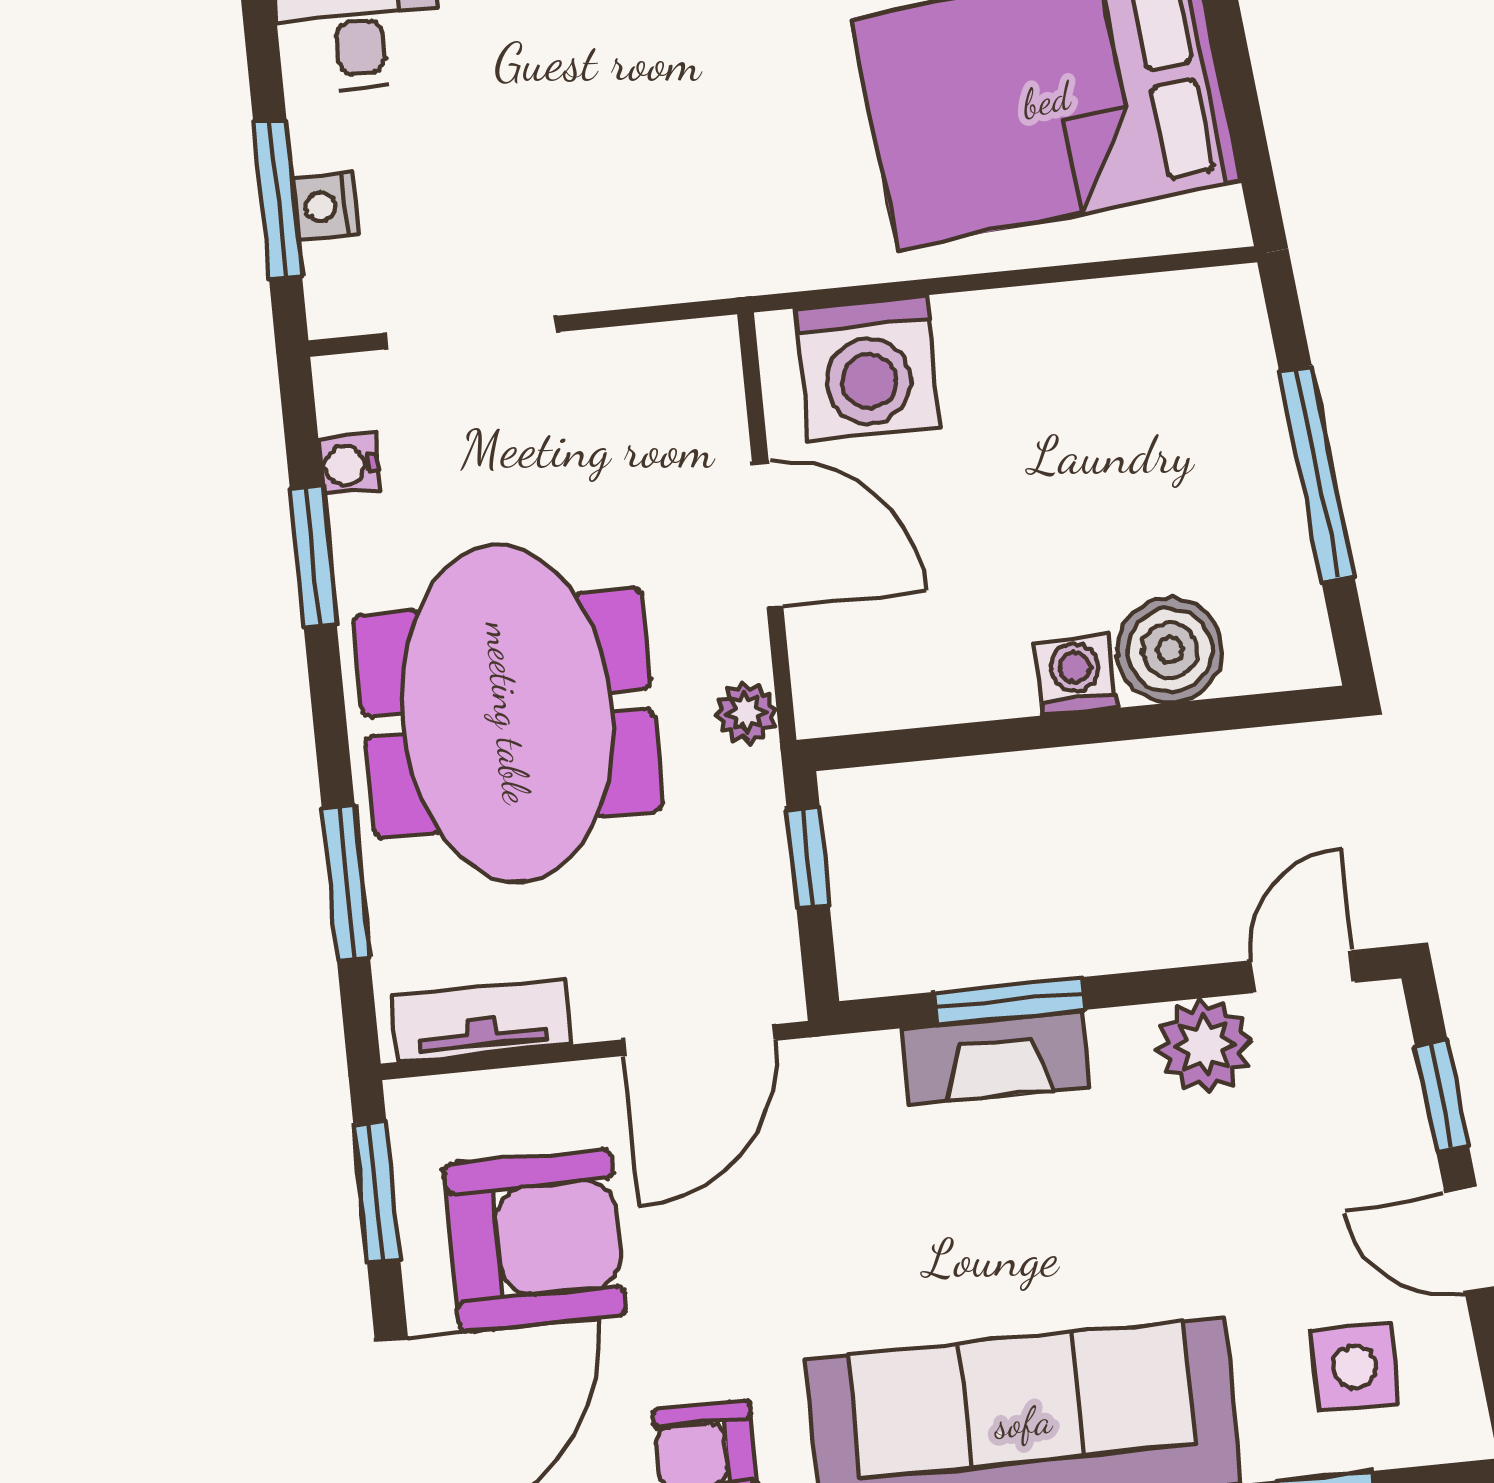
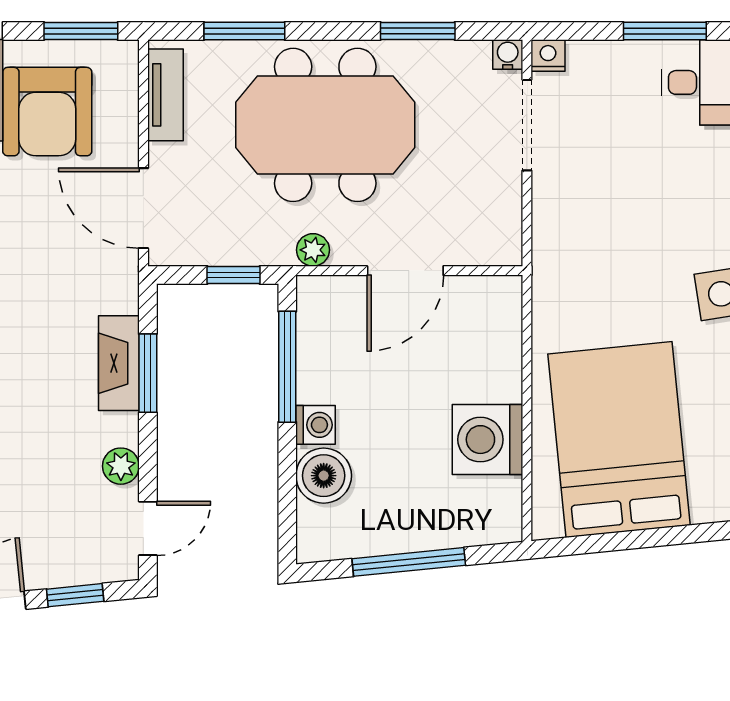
window: (278, 199) -> (665, 31), moved
nightstand: (325, 206) -> (548, 56), moved
washing machine: (868, 368) -> (487, 440), moved
water cooler: (349, 464) -> (508, 55), moved
window: (971, 739) -> (287, 367), added
door: (1302, 972) -> (148, 528), hinge flipped
plant: (1204, 1046) -> (121, 466), width x0.73, depth x0.73

